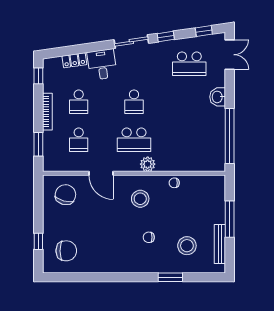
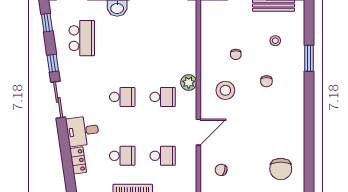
school desk: (134, 140) -> (163, 97), width x0.54
chair: (174, 183) -> (236, 54), moved
chair: (65, 195) -> (221, 170), width x0.54, depth x0.54
stool: (187, 246) -> (275, 41), width x0.53, depth x0.53
chair: (66, 251) -> (281, 169), turned 180

